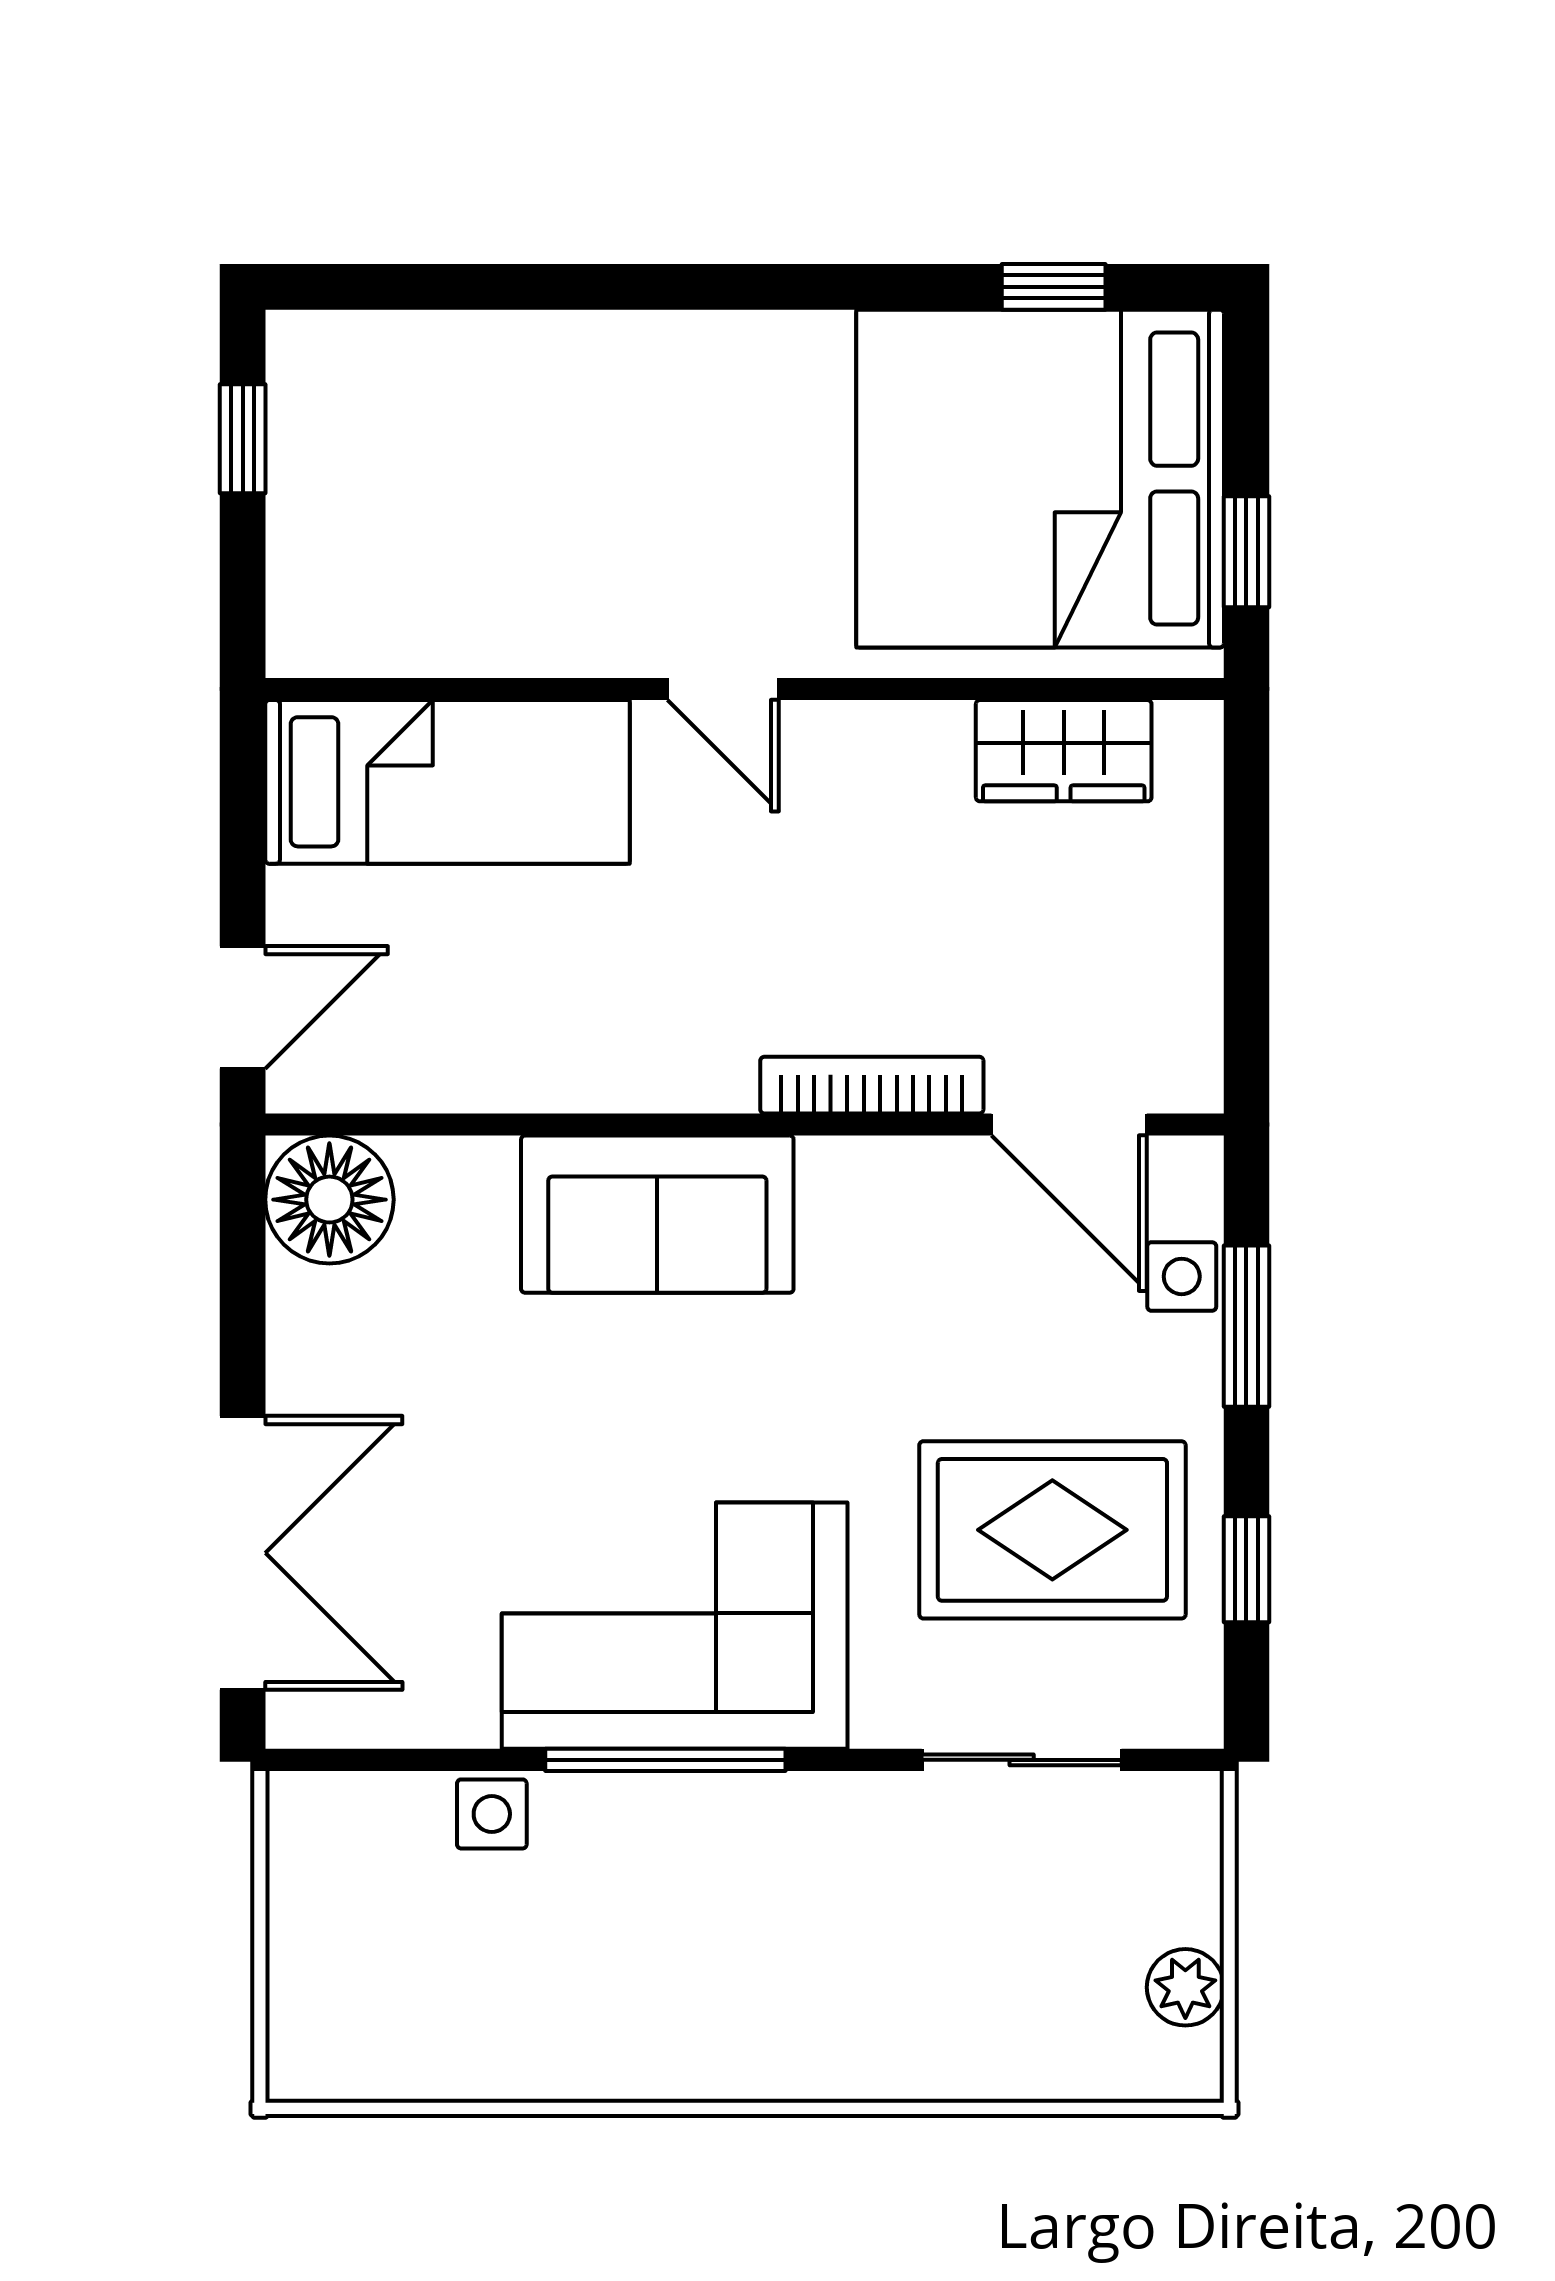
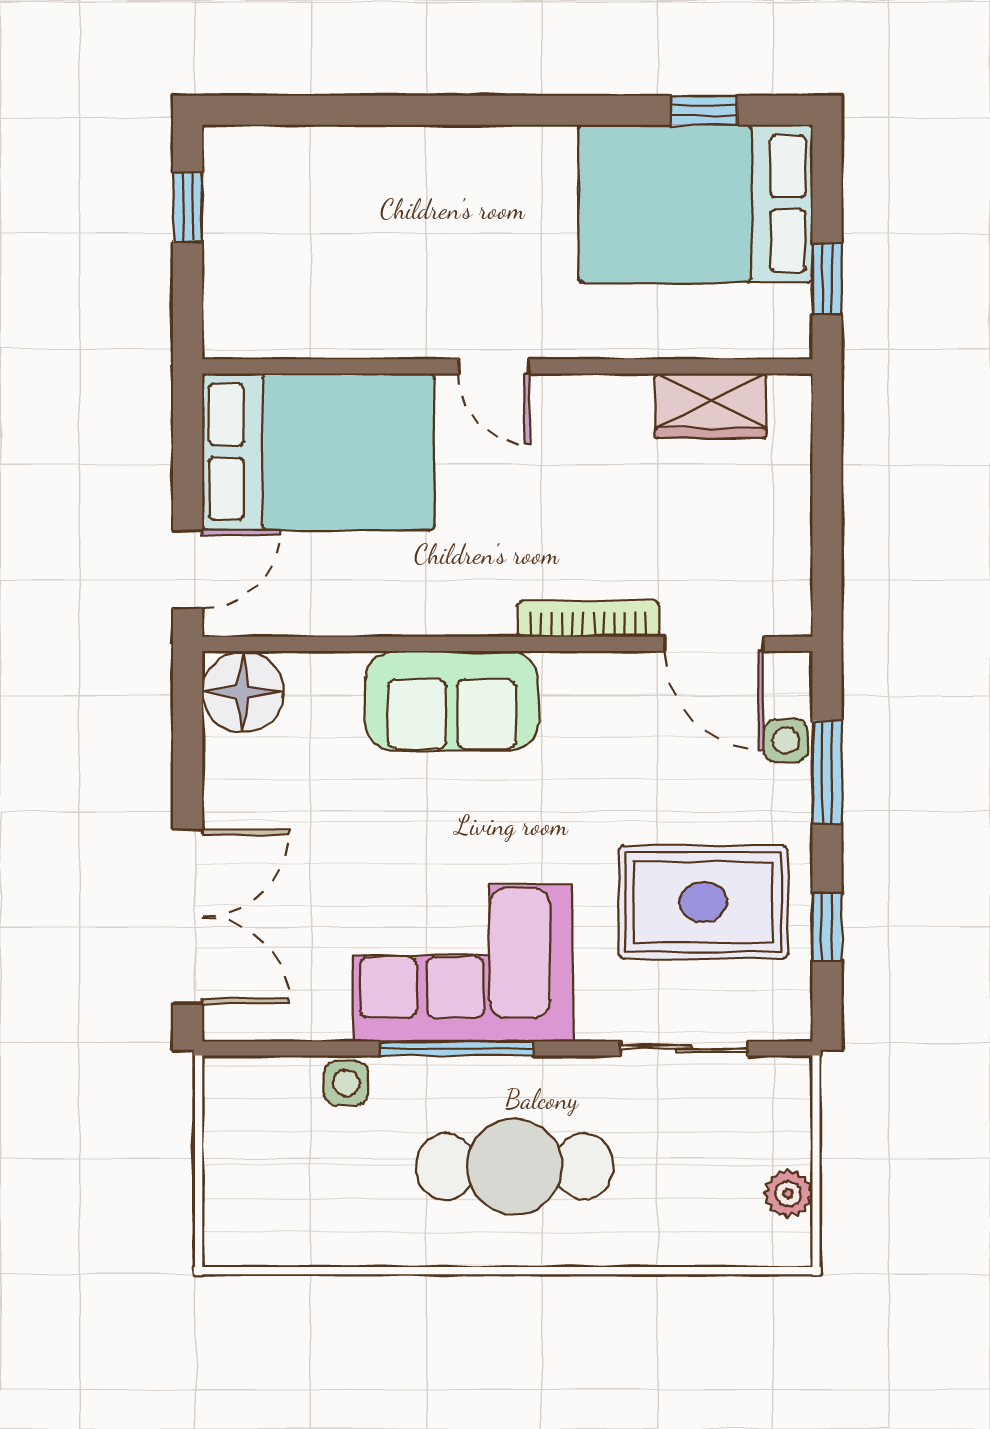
bed: (1040, 479) -> (696, 204), width x0.73
bed: (448, 782) -> (318, 452), width x1.50
cafe table: (756, 1945) -> (515, 1167), added

